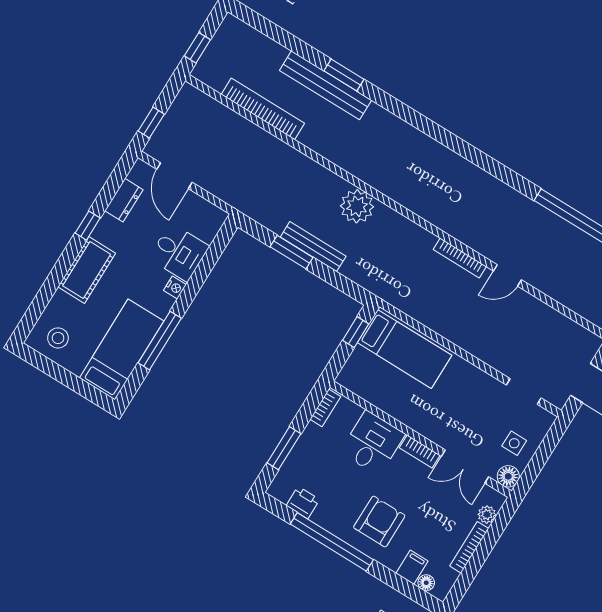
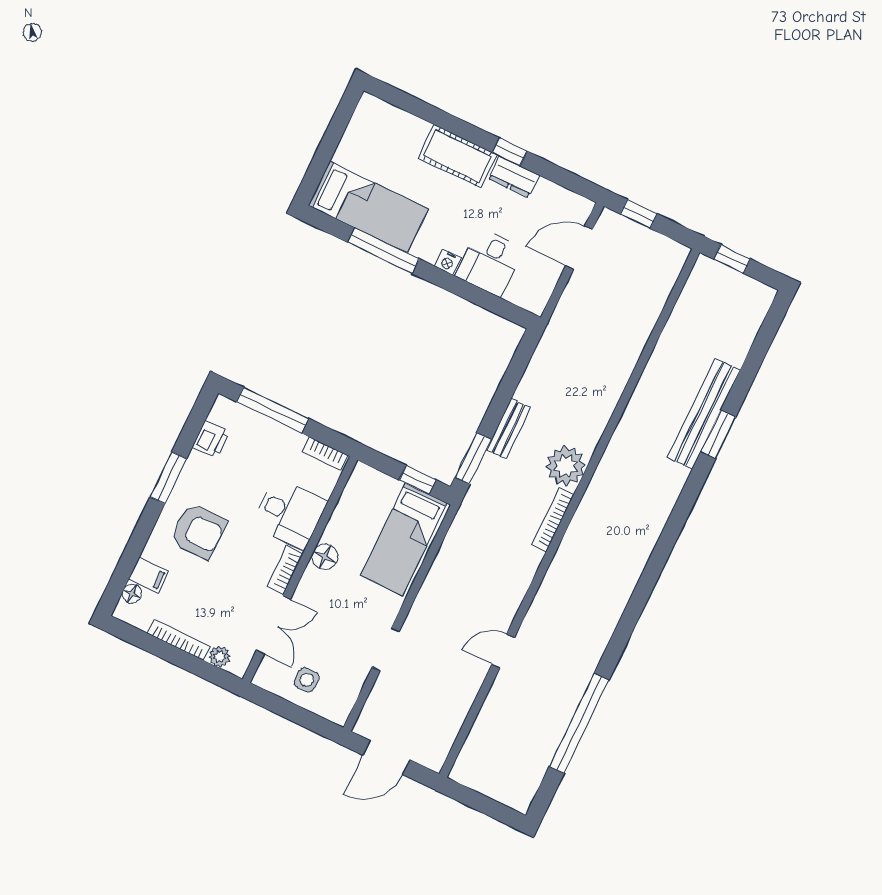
bookcase: (263, 109) -> (668, 343), removed
dresser: (124, 200) -> (514, 177), moved
bench: (313, 247) -> (508, 429), width x0.73
window: (292, 252) -> (473, 458), moved
bookcase: (460, 258) -> (553, 520), moved
door: (507, 275) -> (503, 651), hinge flipped
stool: (58, 338) -> (374, 131), removed
doorway: (524, 391) -> (386, 649), moved
window: (284, 448) -> (272, 410), width x1.44
double door: (465, 466) -> (273, 625), swing flipped
floor lamp: (508, 476) -> (325, 557), moved
window: (332, 542) -> (168, 478), width x0.47

